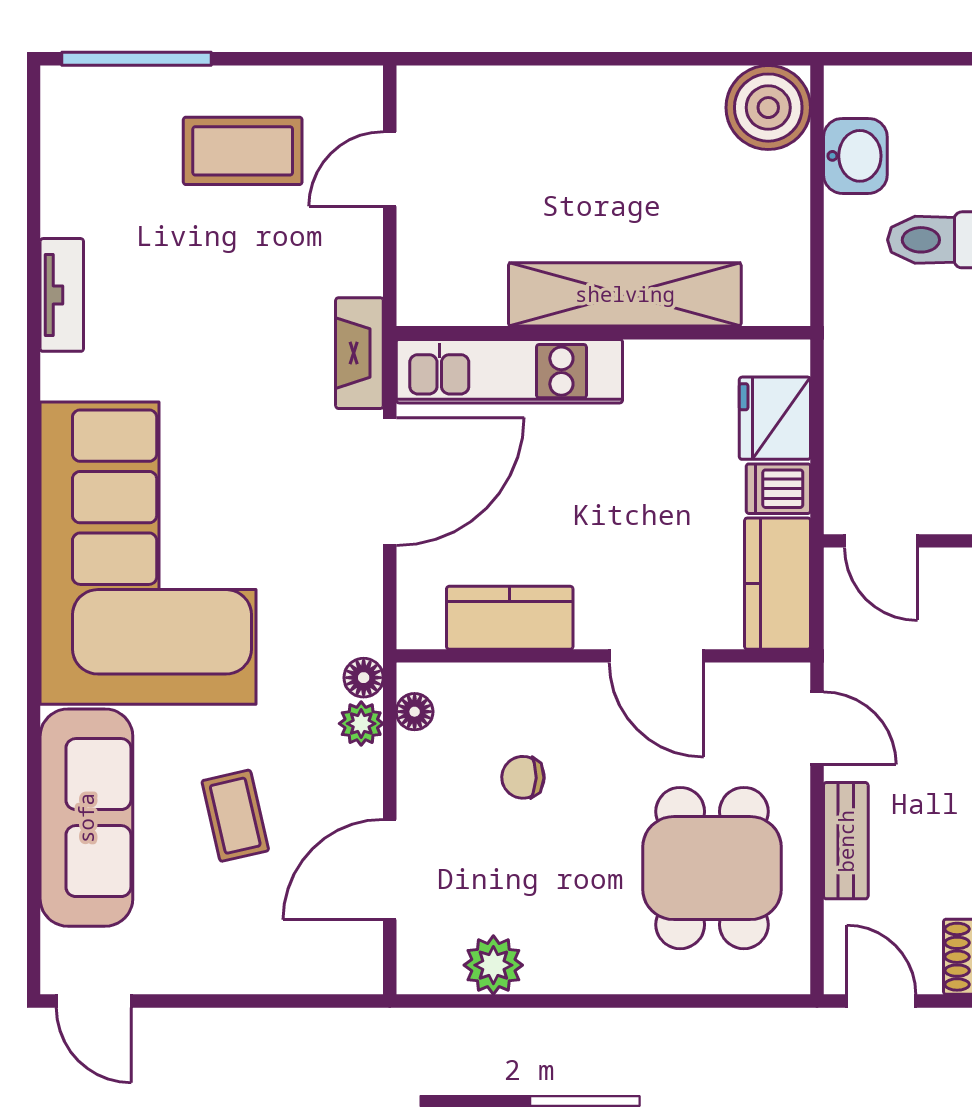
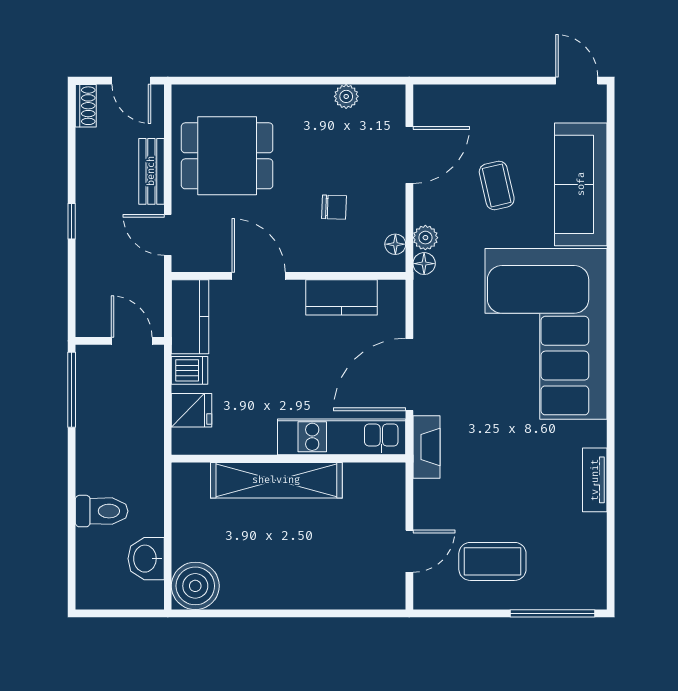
fridge: (775, 418) -> (192, 410), width x0.72
dining table: (712, 868) -> (227, 156), turned 90
plant: (493, 965) -> (346, 96), width x0.73, depth x0.73

